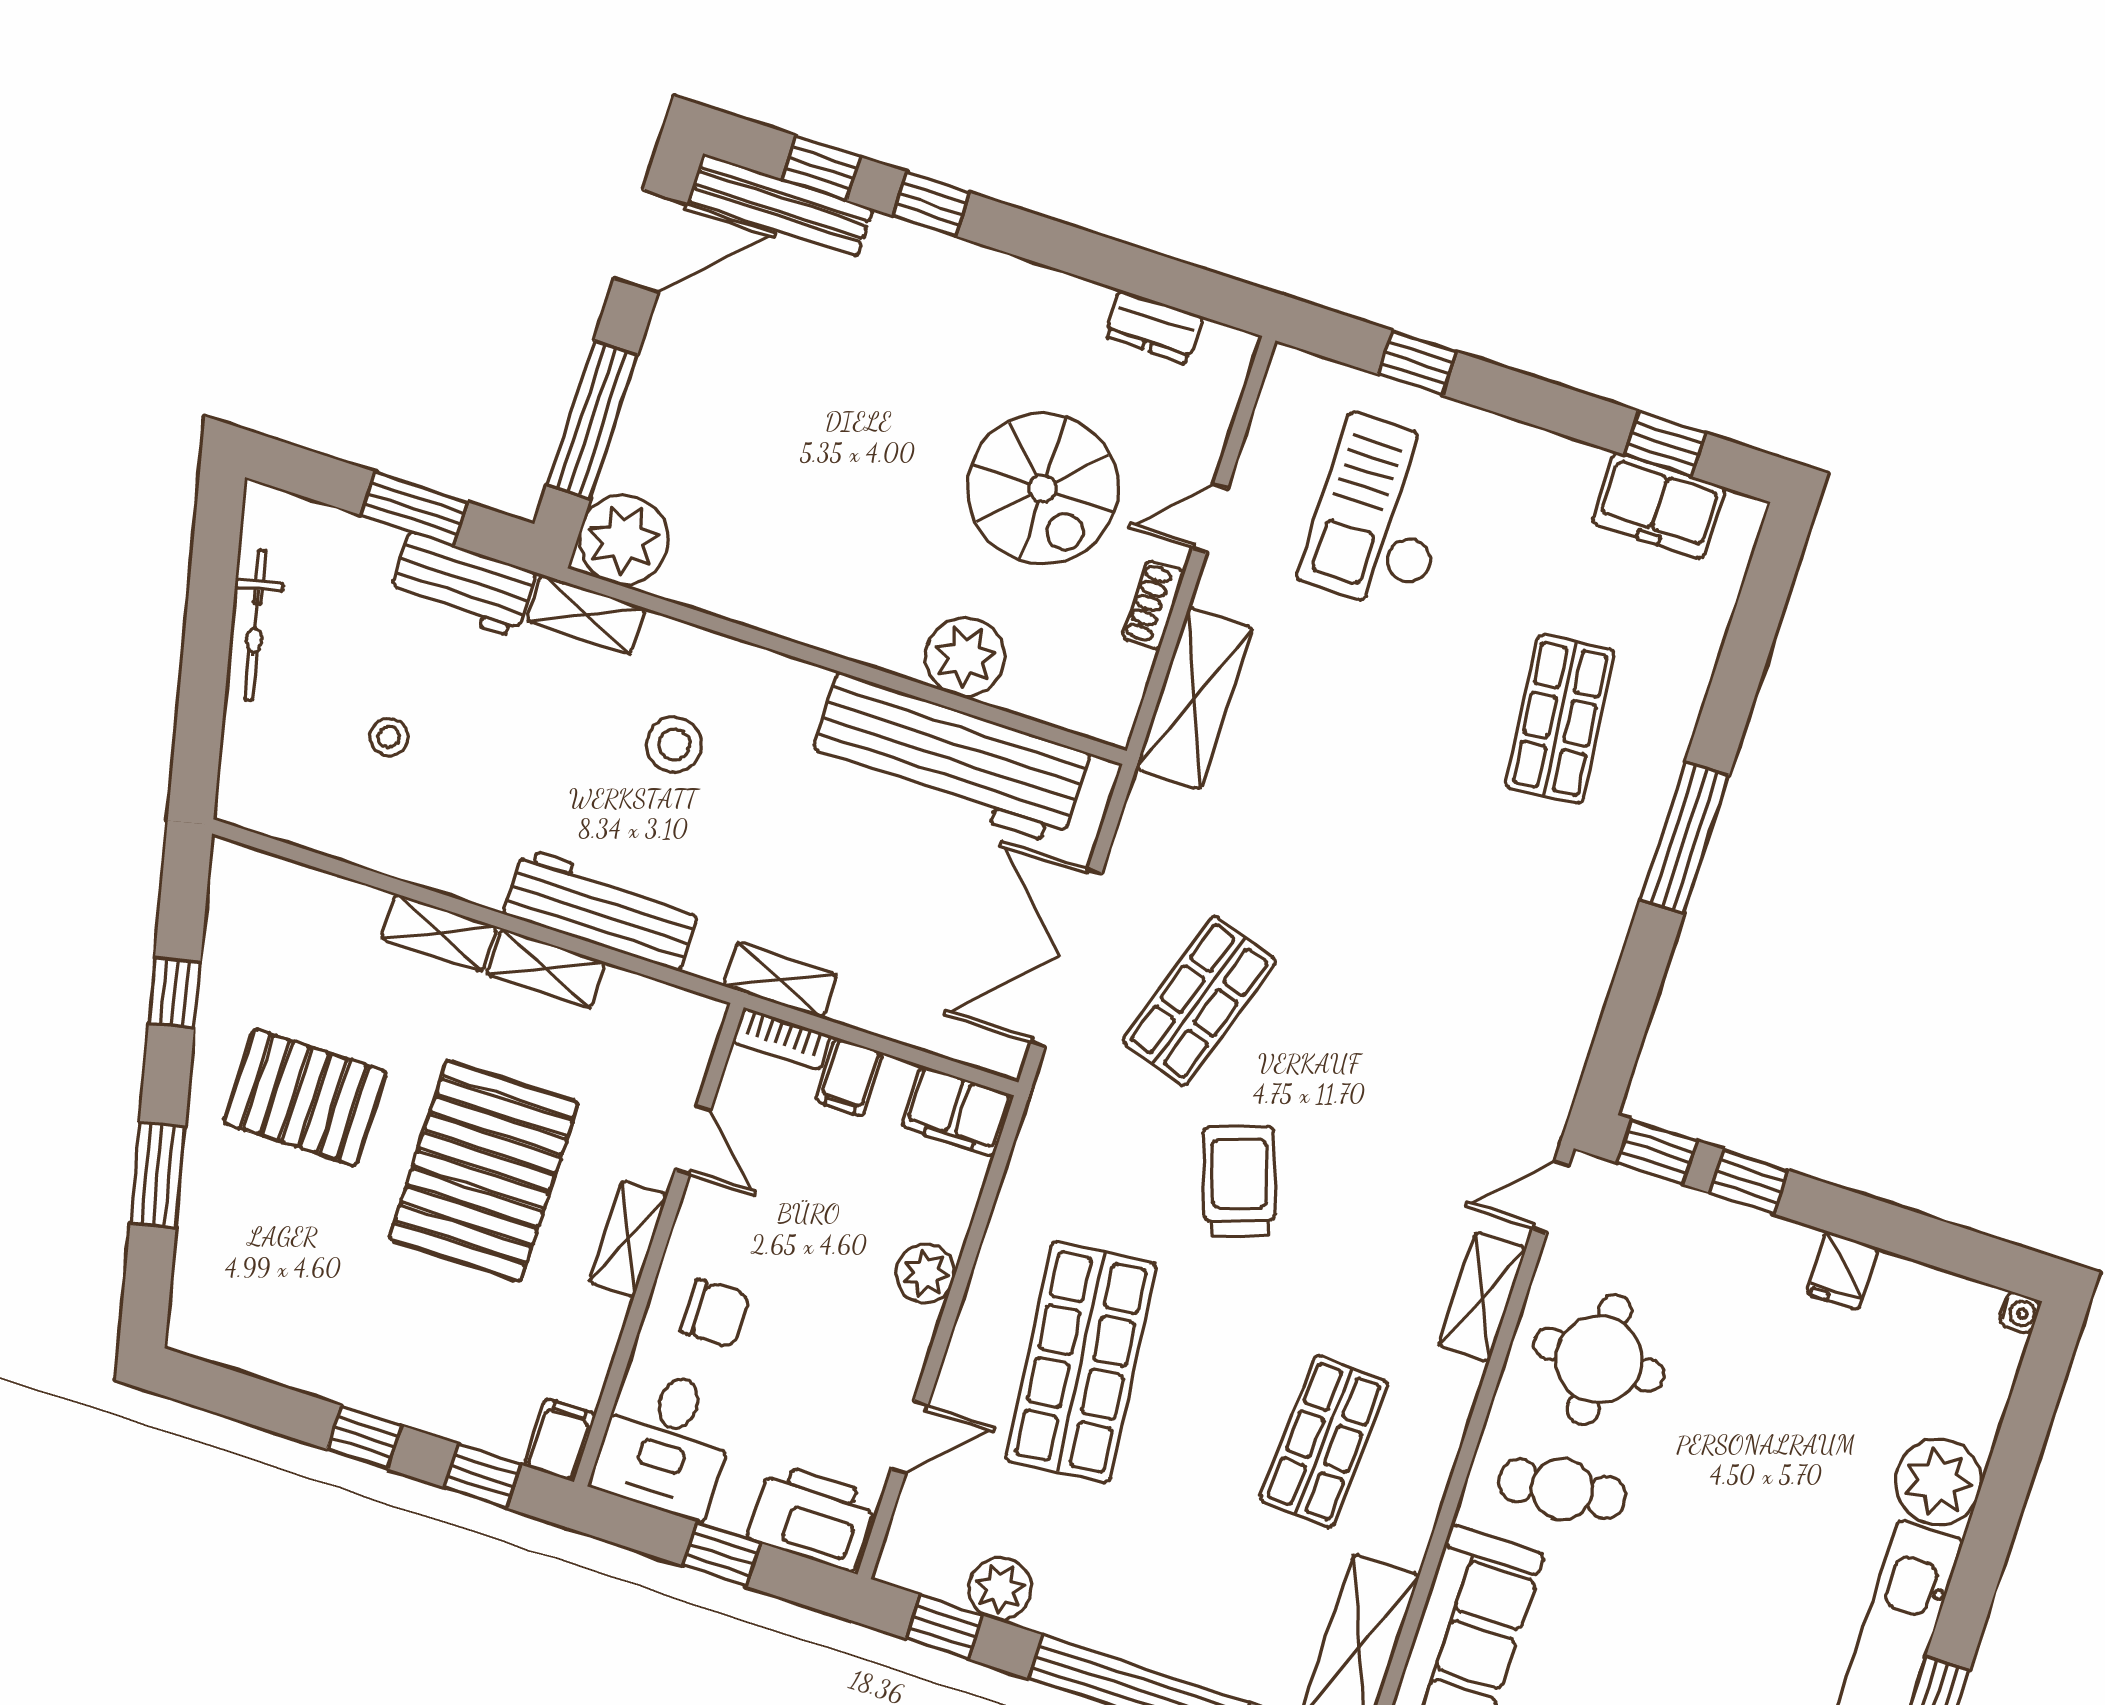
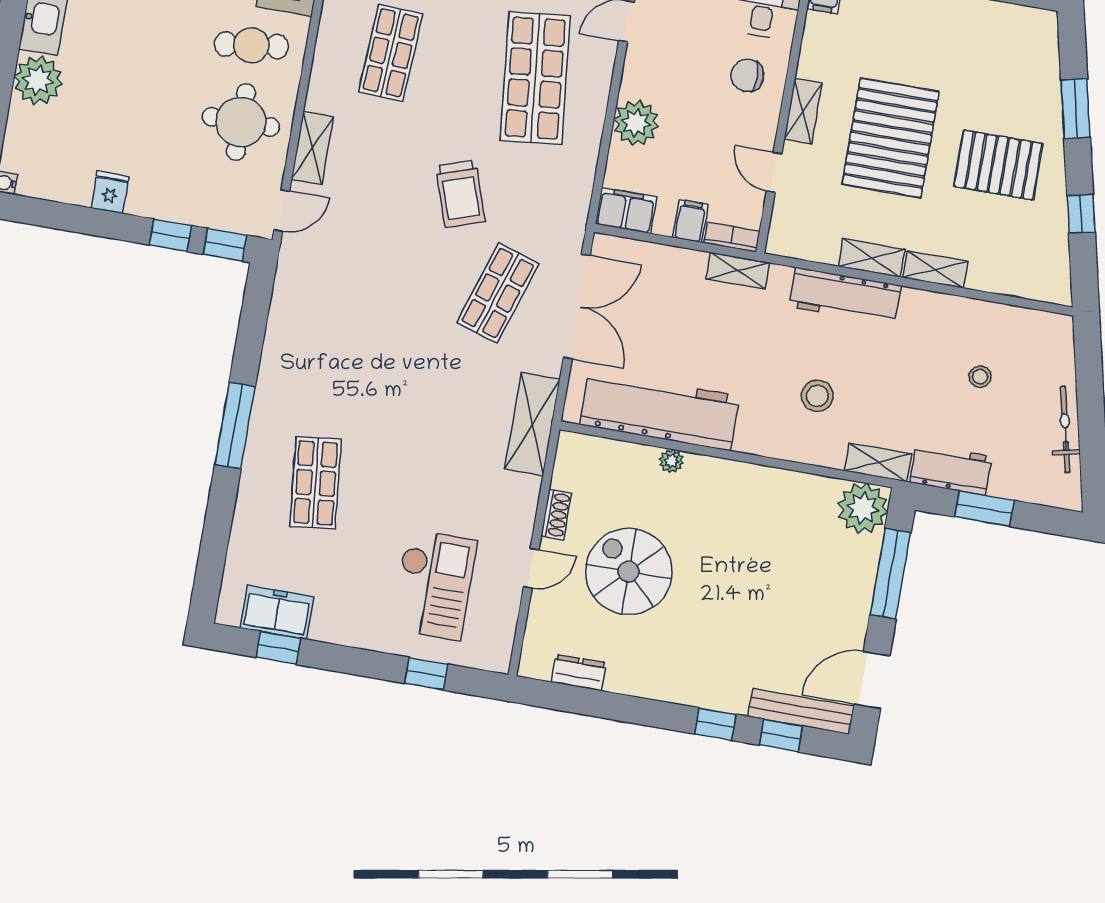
plant: (965, 657) -> (671, 461), width x0.53, depth x0.53
shelving: (1194, 698) -> (532, 424), moved
plant: (925, 1273) -> (636, 123), width x1.36, depth x1.36

